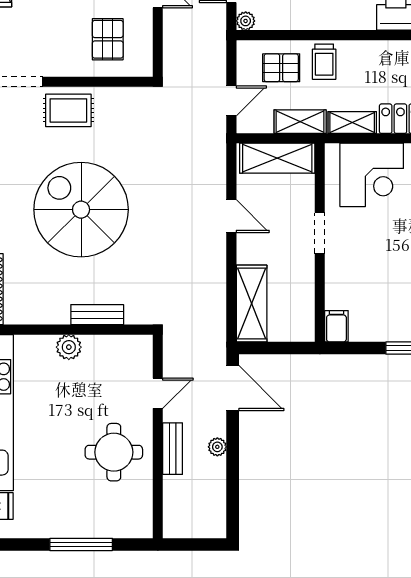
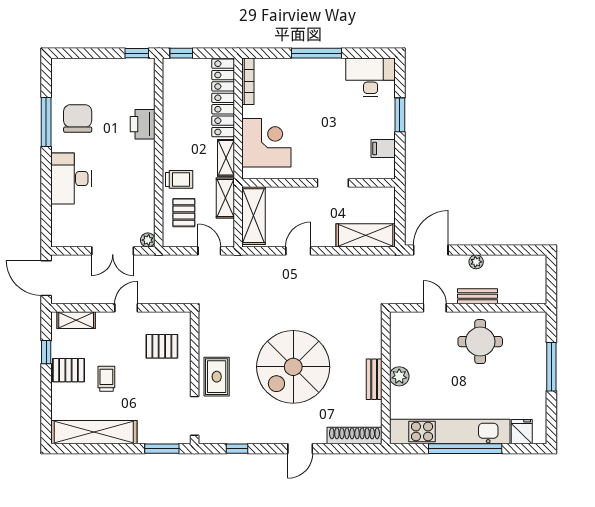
doorway: (320, 233) -> (333, 183), moved
bench: (97, 315) -> (374, 379), moved
filing cabinet: (336, 326) -> (383, 148), moved

